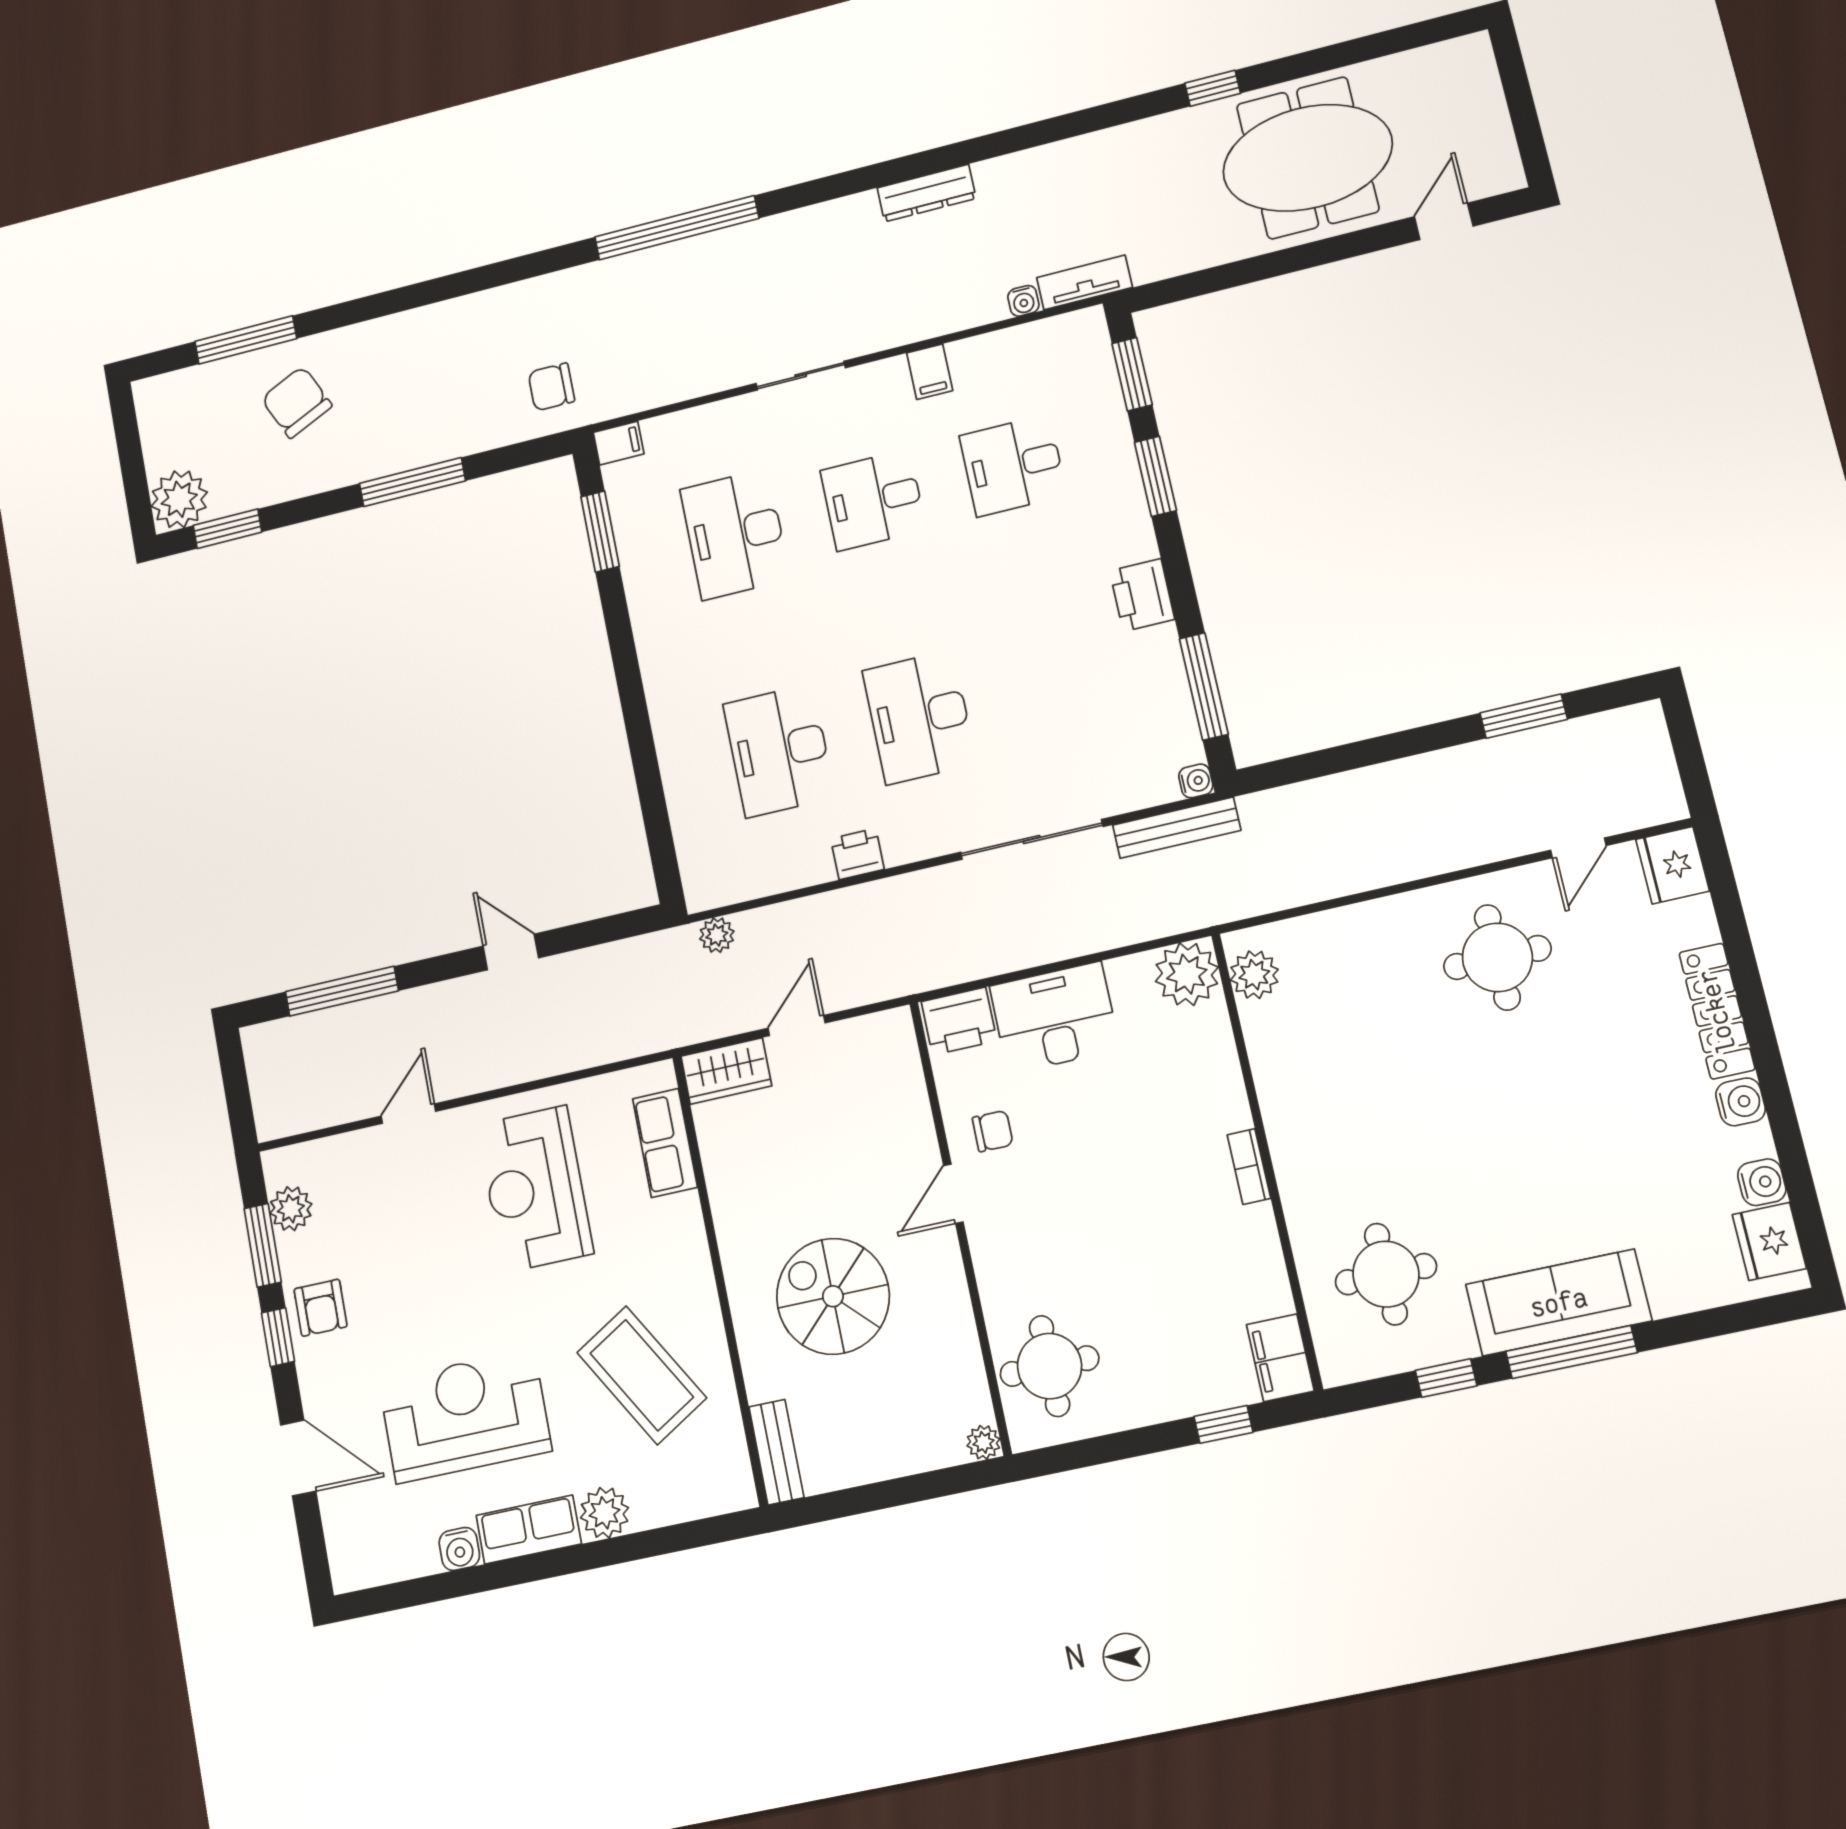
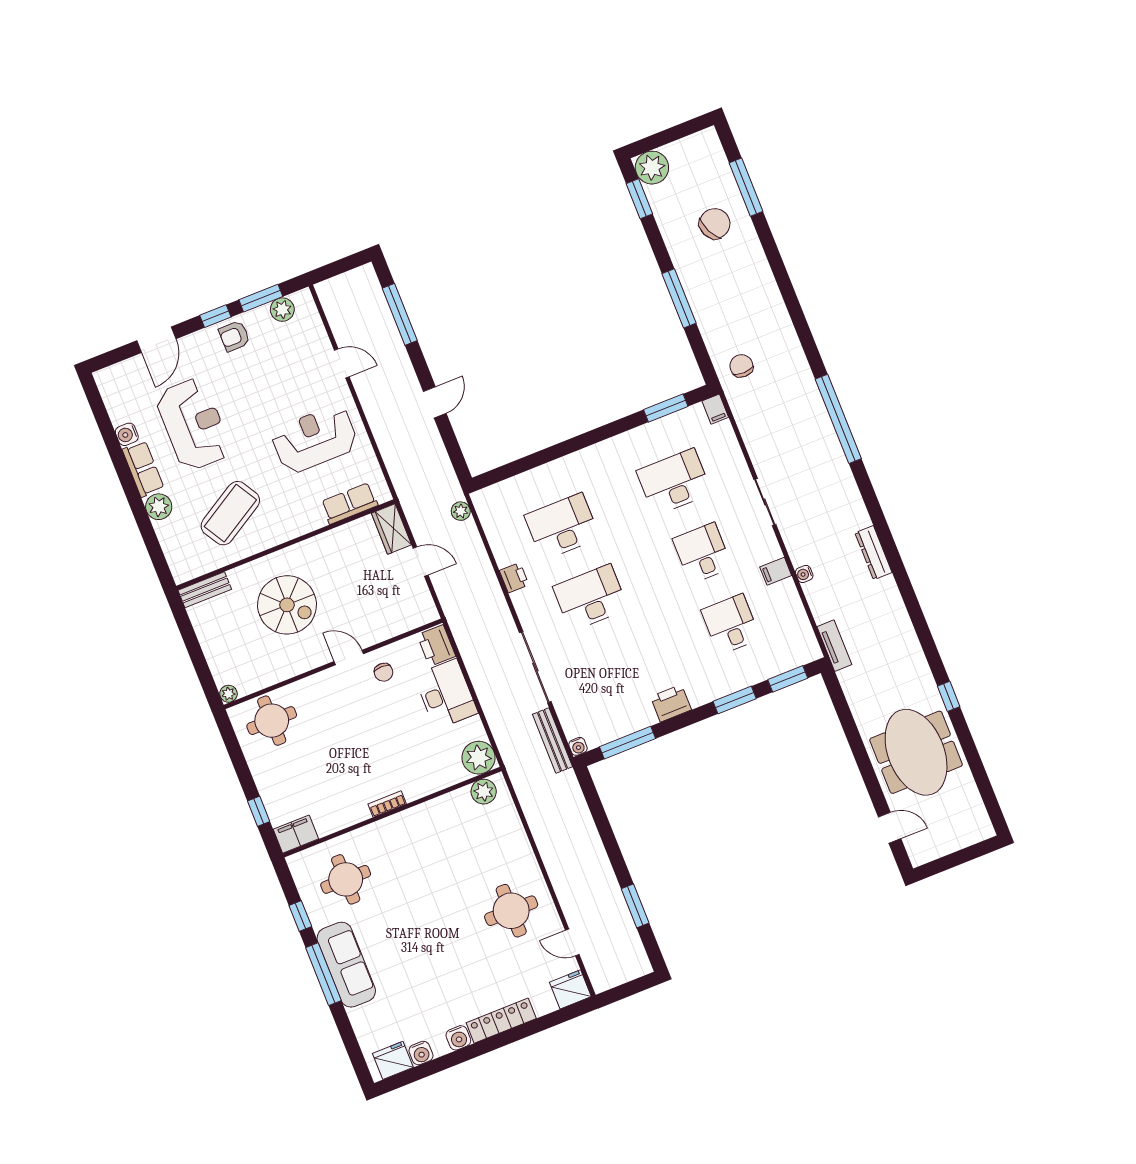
water cooler: (1023, 301) -> (804, 574), moved
spiral stairs: (833, 1296) -> (287, 605), turned 90

